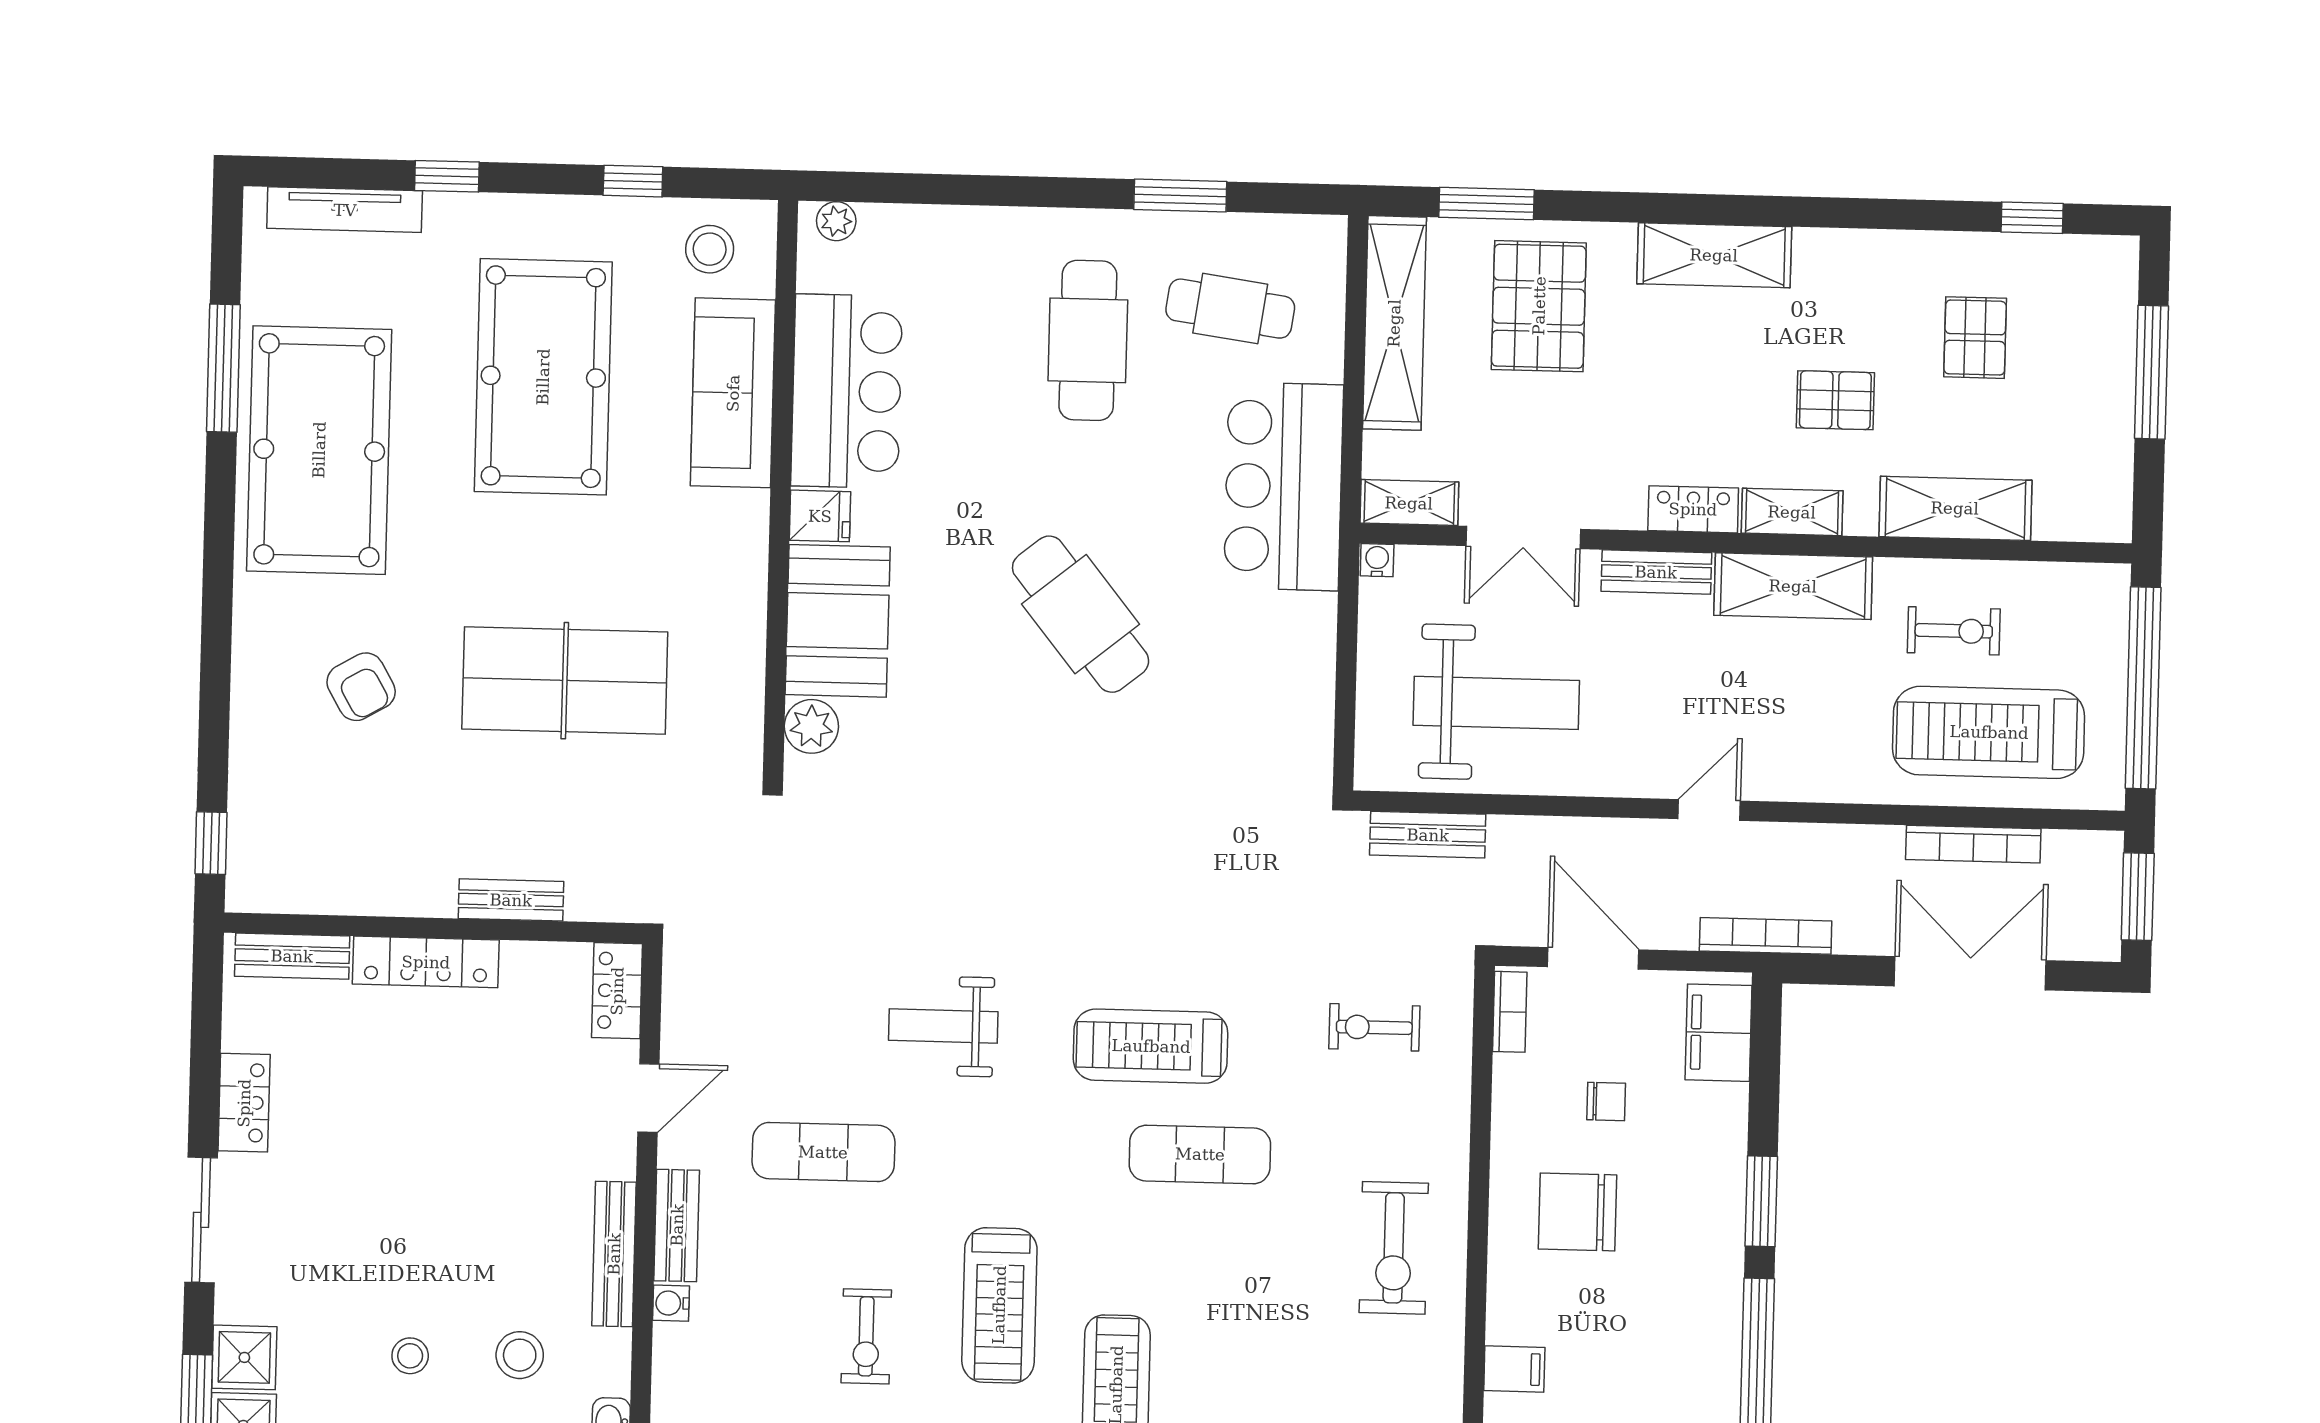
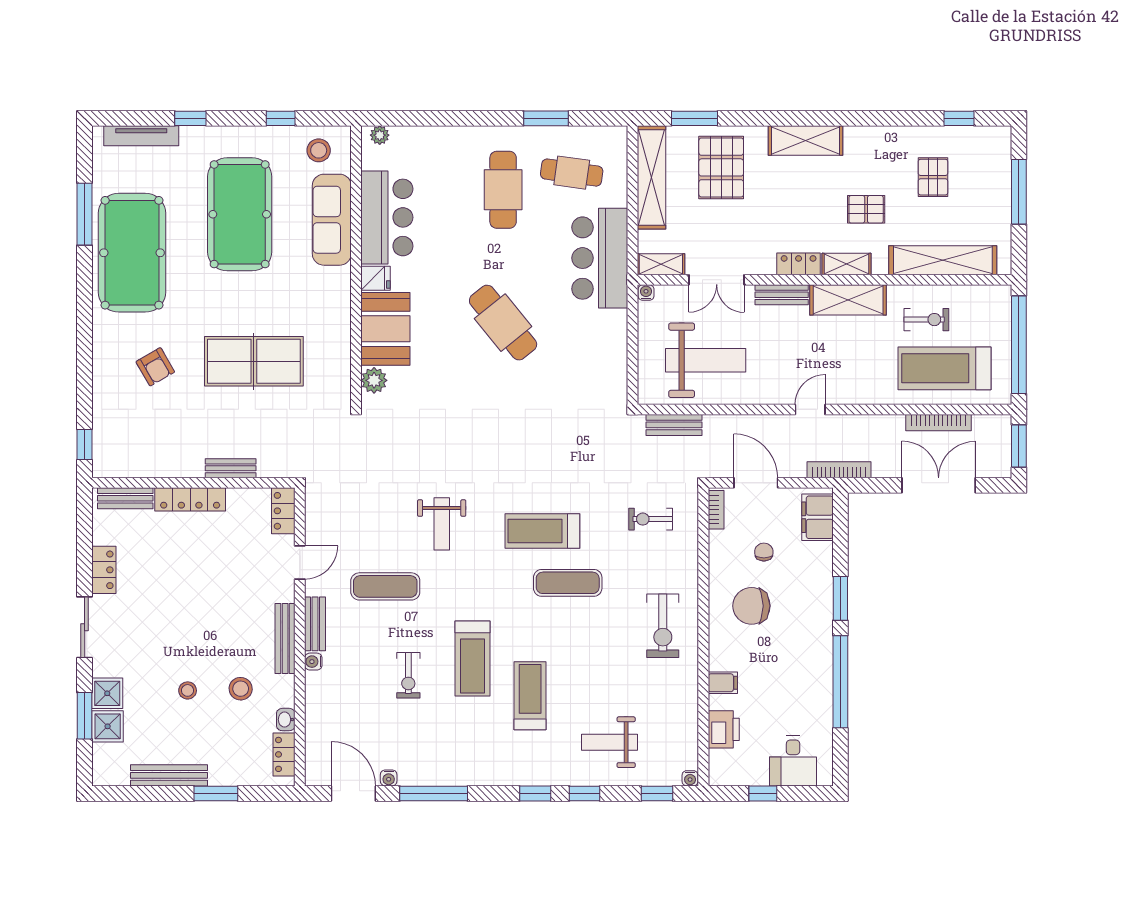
shelving: (1955, 508) -> (943, 260), width x1.47
weight bench: (943, 1026) -> (442, 524), turned -90
chair: (1606, 1101) -> (764, 552), turned -90

